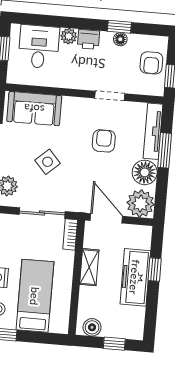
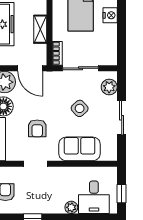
printer: (89, 39) -> (56, 206), removed
floor lamp: (120, 39) -> (31, 208), removed
sofa: (34, 109) -> (80, 149), moved

